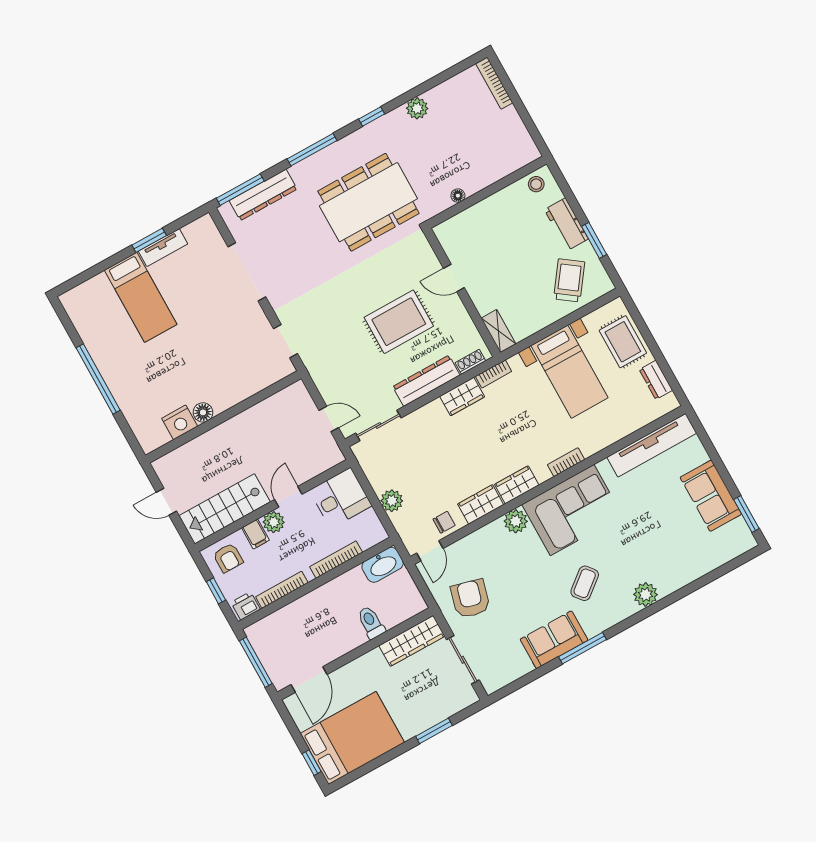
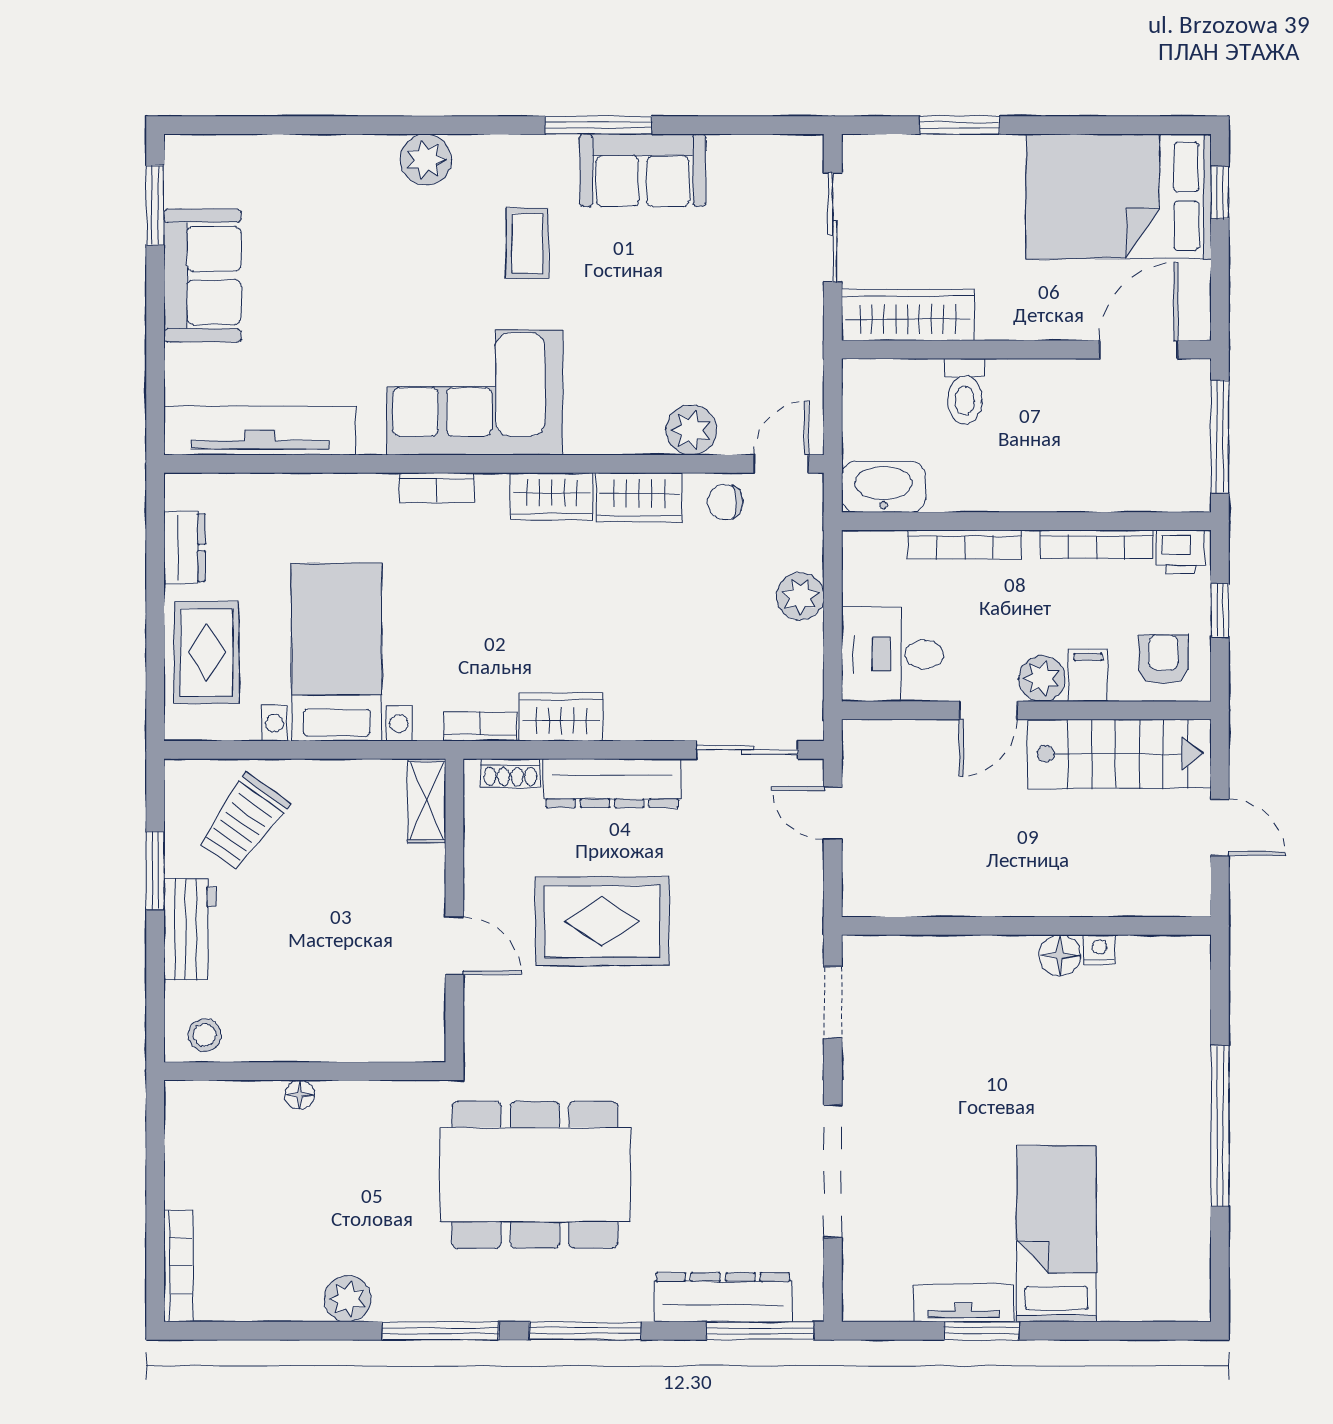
window: (372, 117) -> (440, 1331), width x2.17
floor lamp: (458, 196) -> (300, 1095), moved
nightstand: (180, 422) -> (1099, 949), width x0.53, depth x0.56
plant: (516, 521) -> (691, 430), moved
coffee table: (585, 583) -> (527, 243), turned -51
armchair: (470, 599) -> (755, 333), removed

